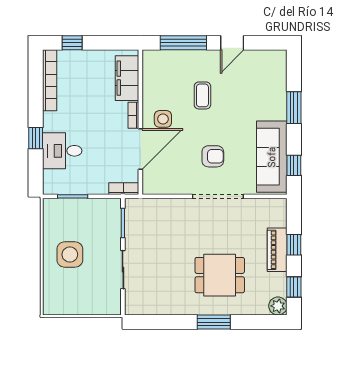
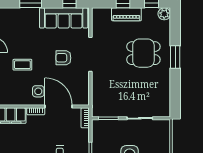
armchair: (213, 156) -> (63, 58), turned -90
dining table: (220, 275) -> (143, 53), turned 90

